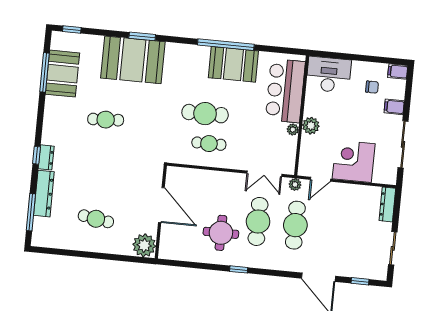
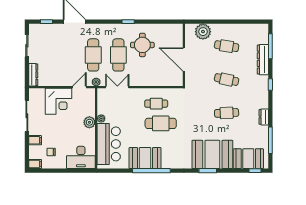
booth: (63, 74) -> (248, 159), moved, turned 90
dresser: (46, 157) -> (264, 117), moved
cafe table: (101, 169) -> (227, 80), added
plant: (144, 245) -> (203, 32), moved

